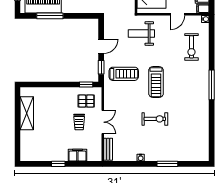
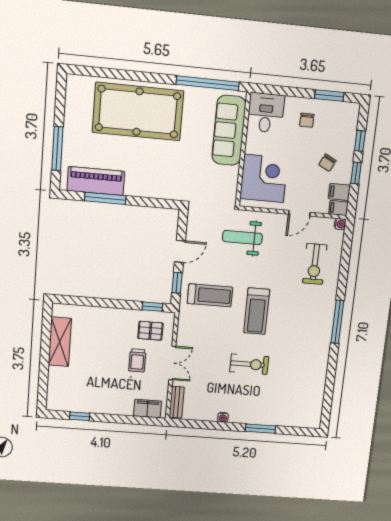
filing cabinet: (77, 155) -> (147, 409), moved
window: (58, 164) -> (80, 416), moved

